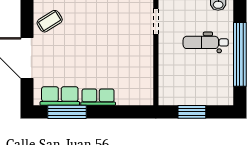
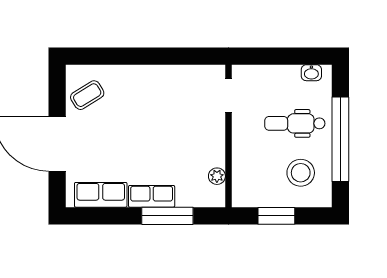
stool: (210, 80) -> (301, 173), added
plant: (147, 82) -> (217, 176), added
window: (67, 112) -> (167, 216), moved

